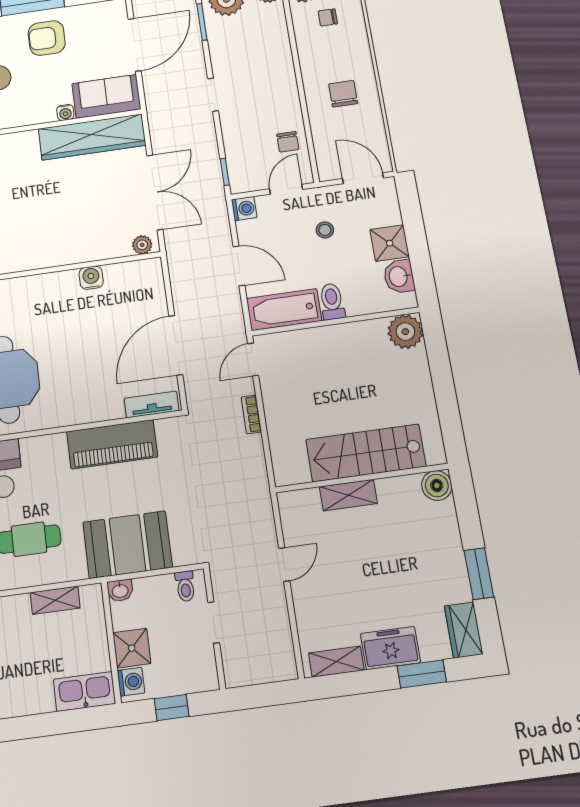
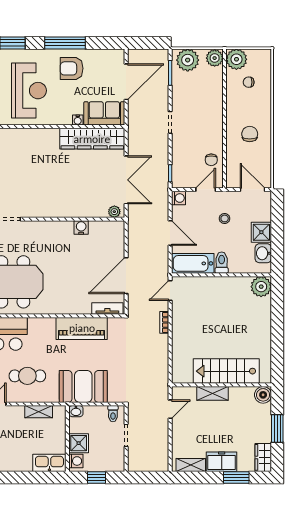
stairs: (366, 453) -> (226, 371), moved
wall: (362, 478) -> (222, 385), moved
boiler: (437, 486) -> (263, 395), moved
shelving: (348, 495) -> (212, 393), moved

